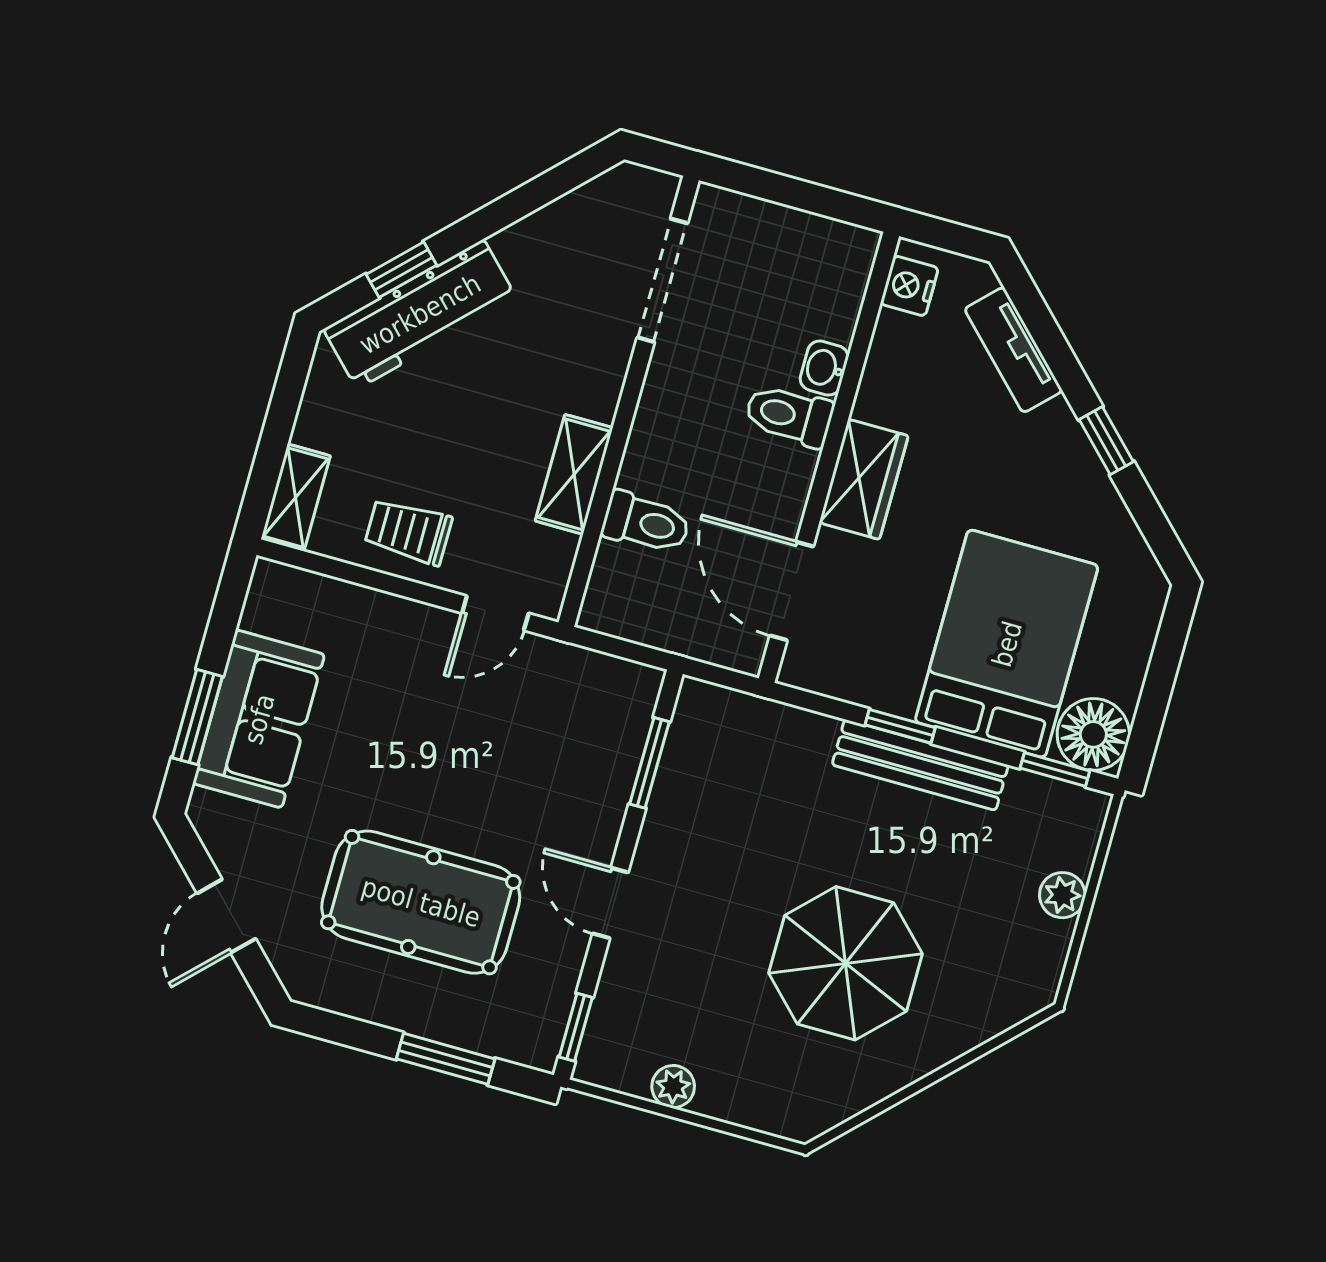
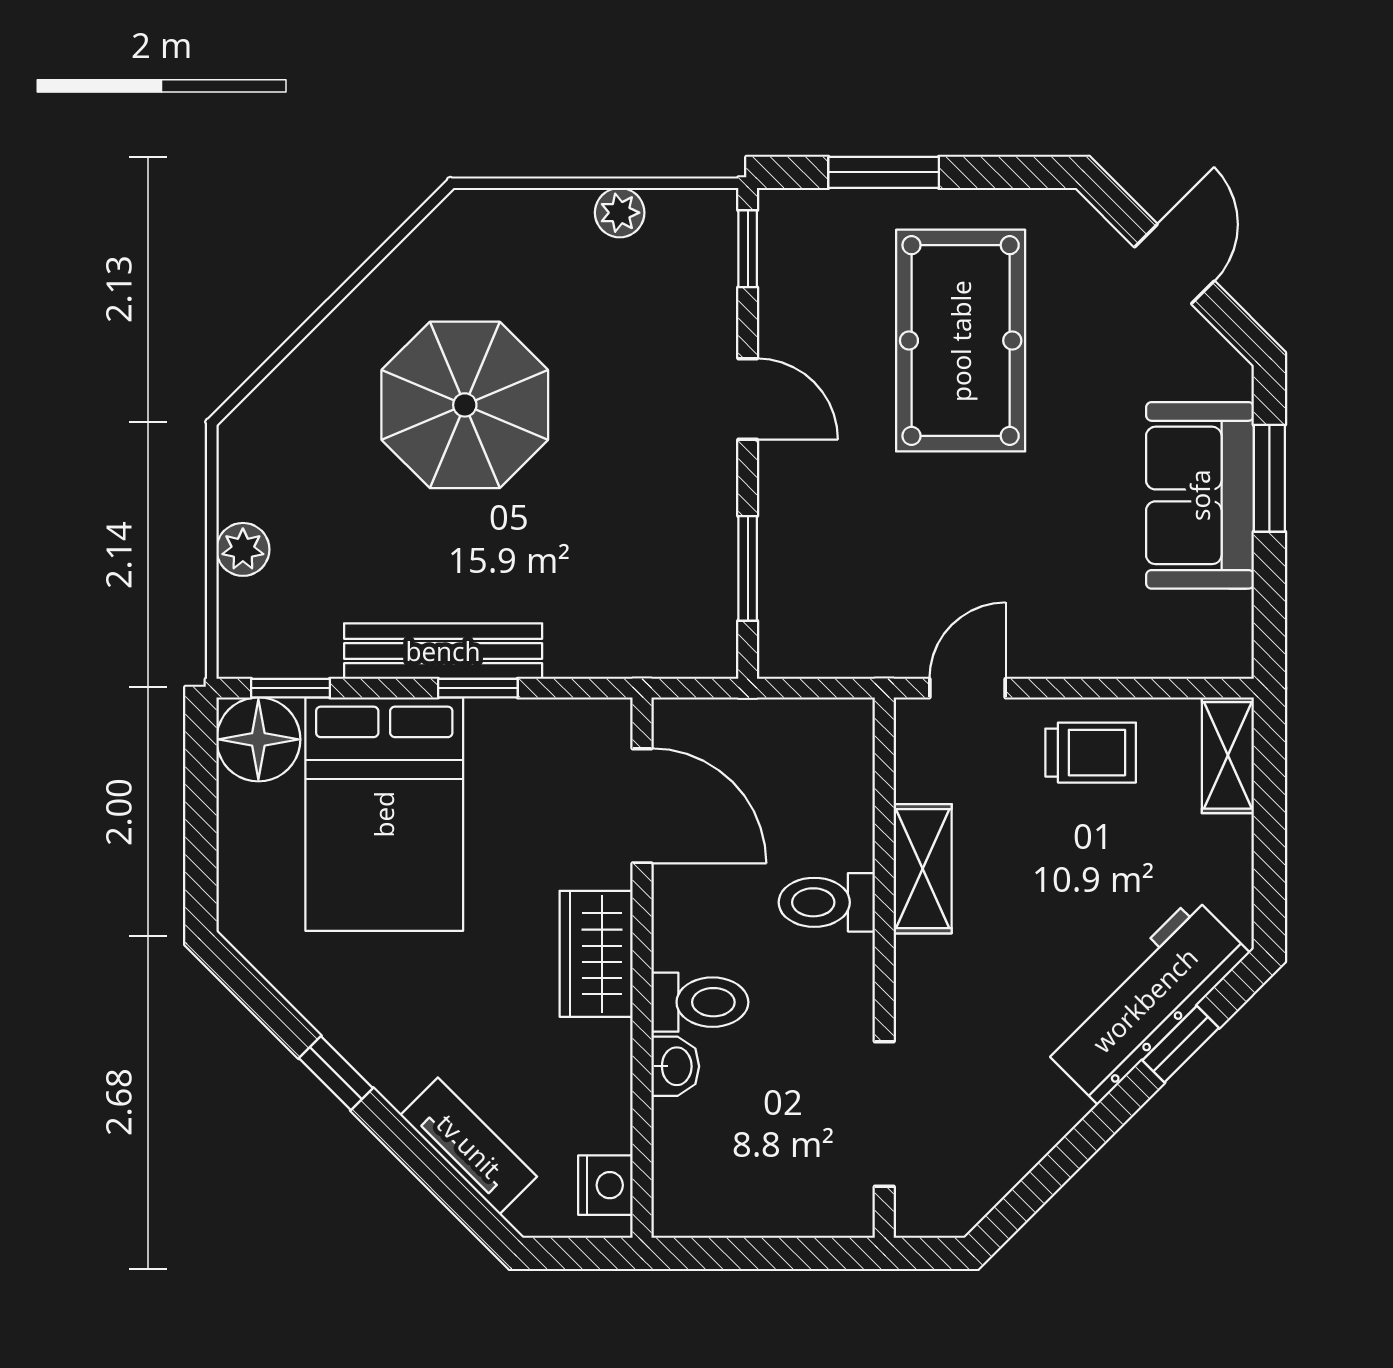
toilet: (646, 523) -> (827, 902), moved
pool table: (421, 902) -> (961, 341), turned 90

